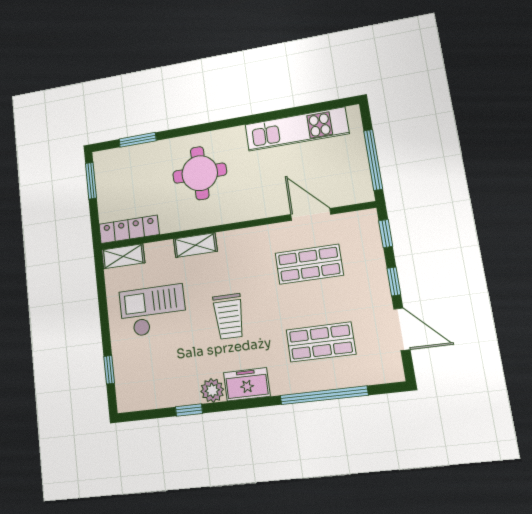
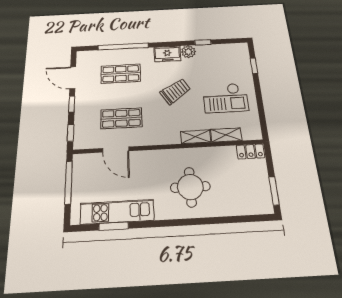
window: (138, 140) -> (114, 226), moved
locker: (129, 229) -> (251, 151), width x0.66
shelving: (123, 256) -> (226, 135), moved
trolley: (229, 316) -> (176, 91), turned 57

